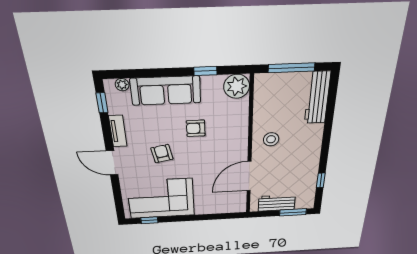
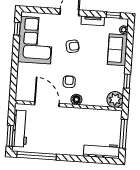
sofa: (166, 91) -> (117, 50), width x0.73
armchair: (196, 128) -> (69, 82), moved
stool: (271, 139) -> (75, 120), removed
floor lamp: (240, 140) -> (76, 99), added
window: (321, 180) -> (37, 156), width x3.17
workbench: (277, 203) -> (20, 129), width x1.38

